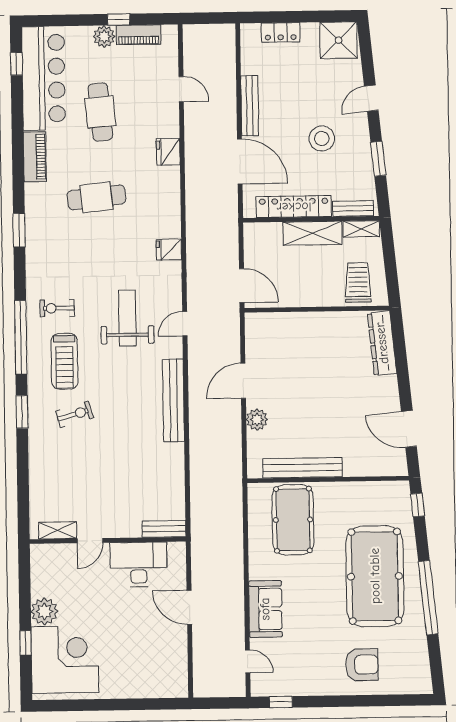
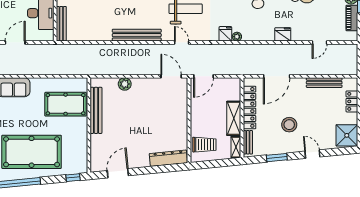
bench: (250, 106) -> (324, 83), moved
plant: (173, 230) -> (237, 37), added
door: (243, 381) -> (171, 76), moved
bench: (164, 529) -> (61, 24), width x1.36

